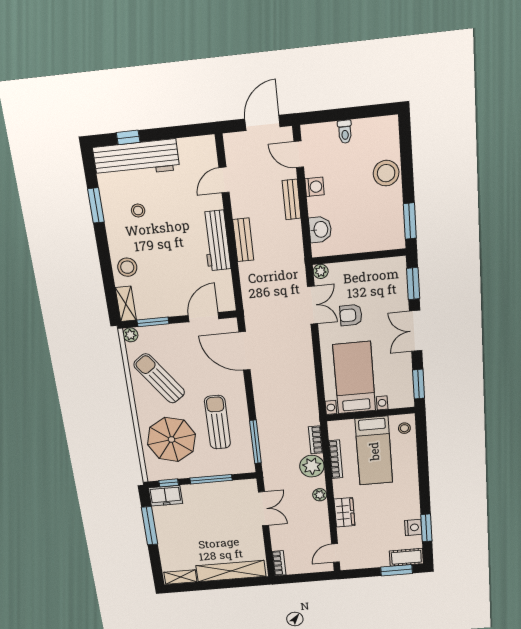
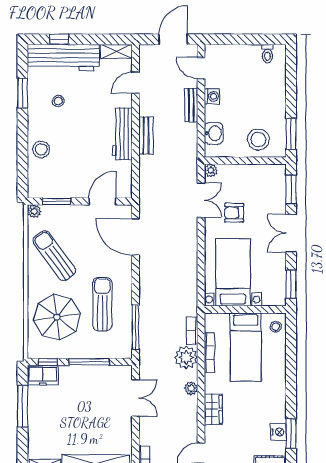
toilet: (345, 132) -> (267, 54), moved
stool: (386, 173) -> (258, 139), moved
shelving: (126, 304) -> (116, 51), moved, turned 90

